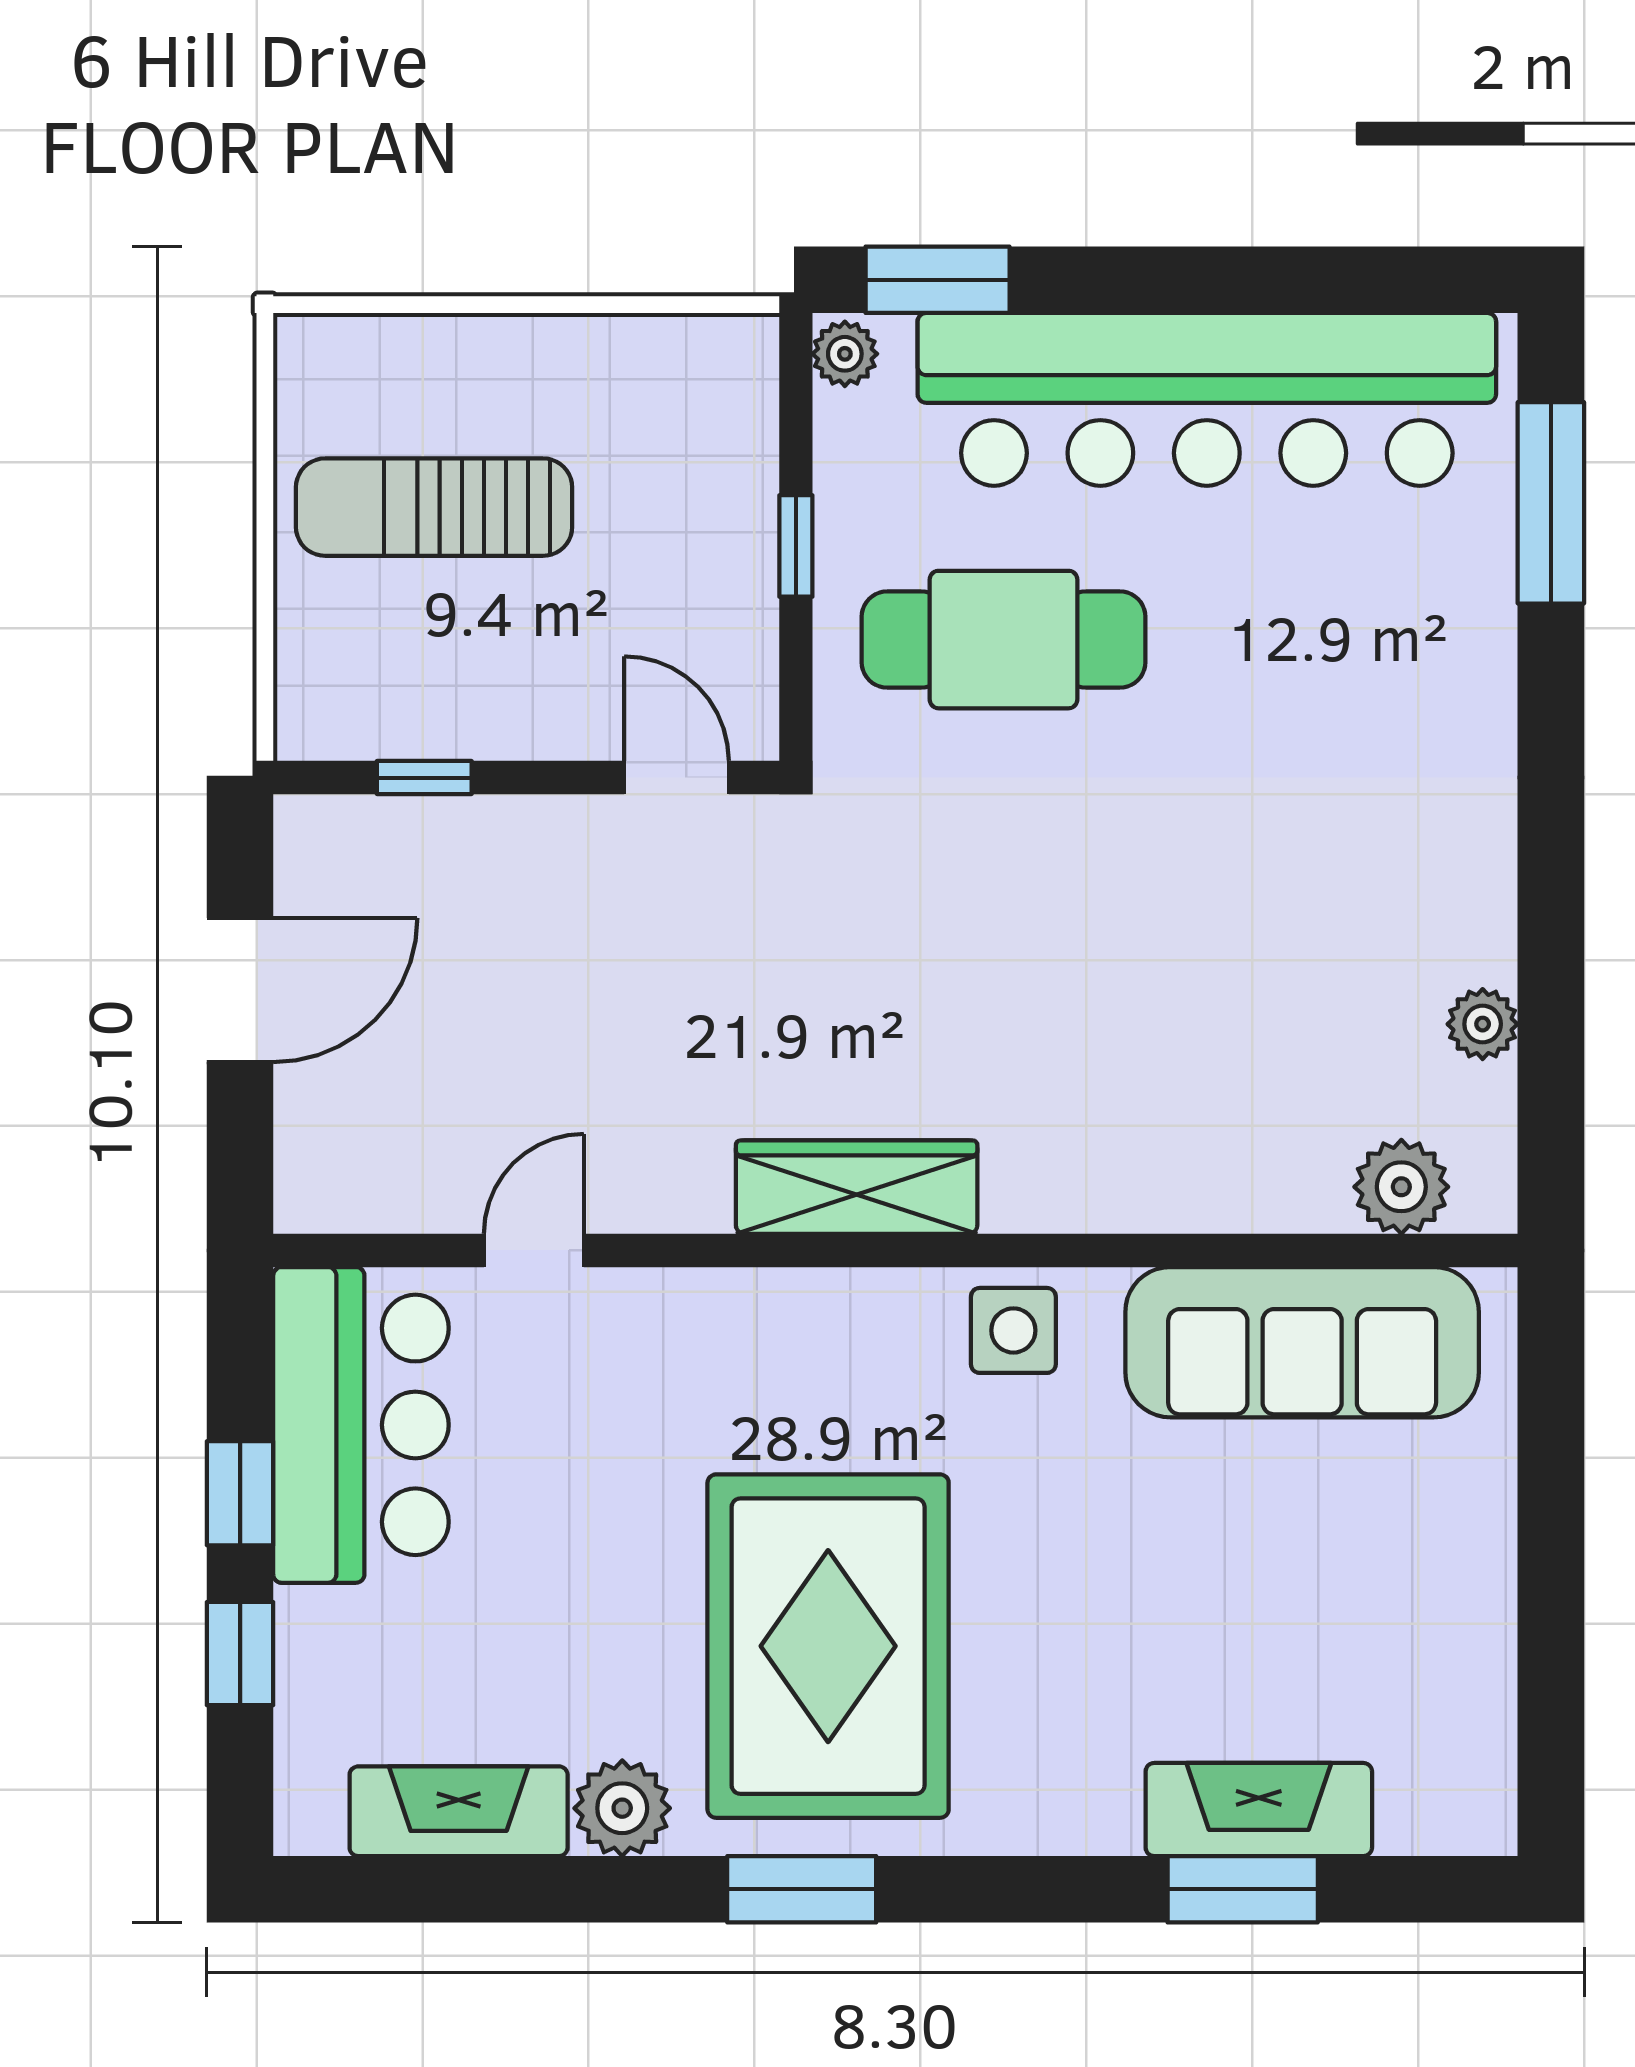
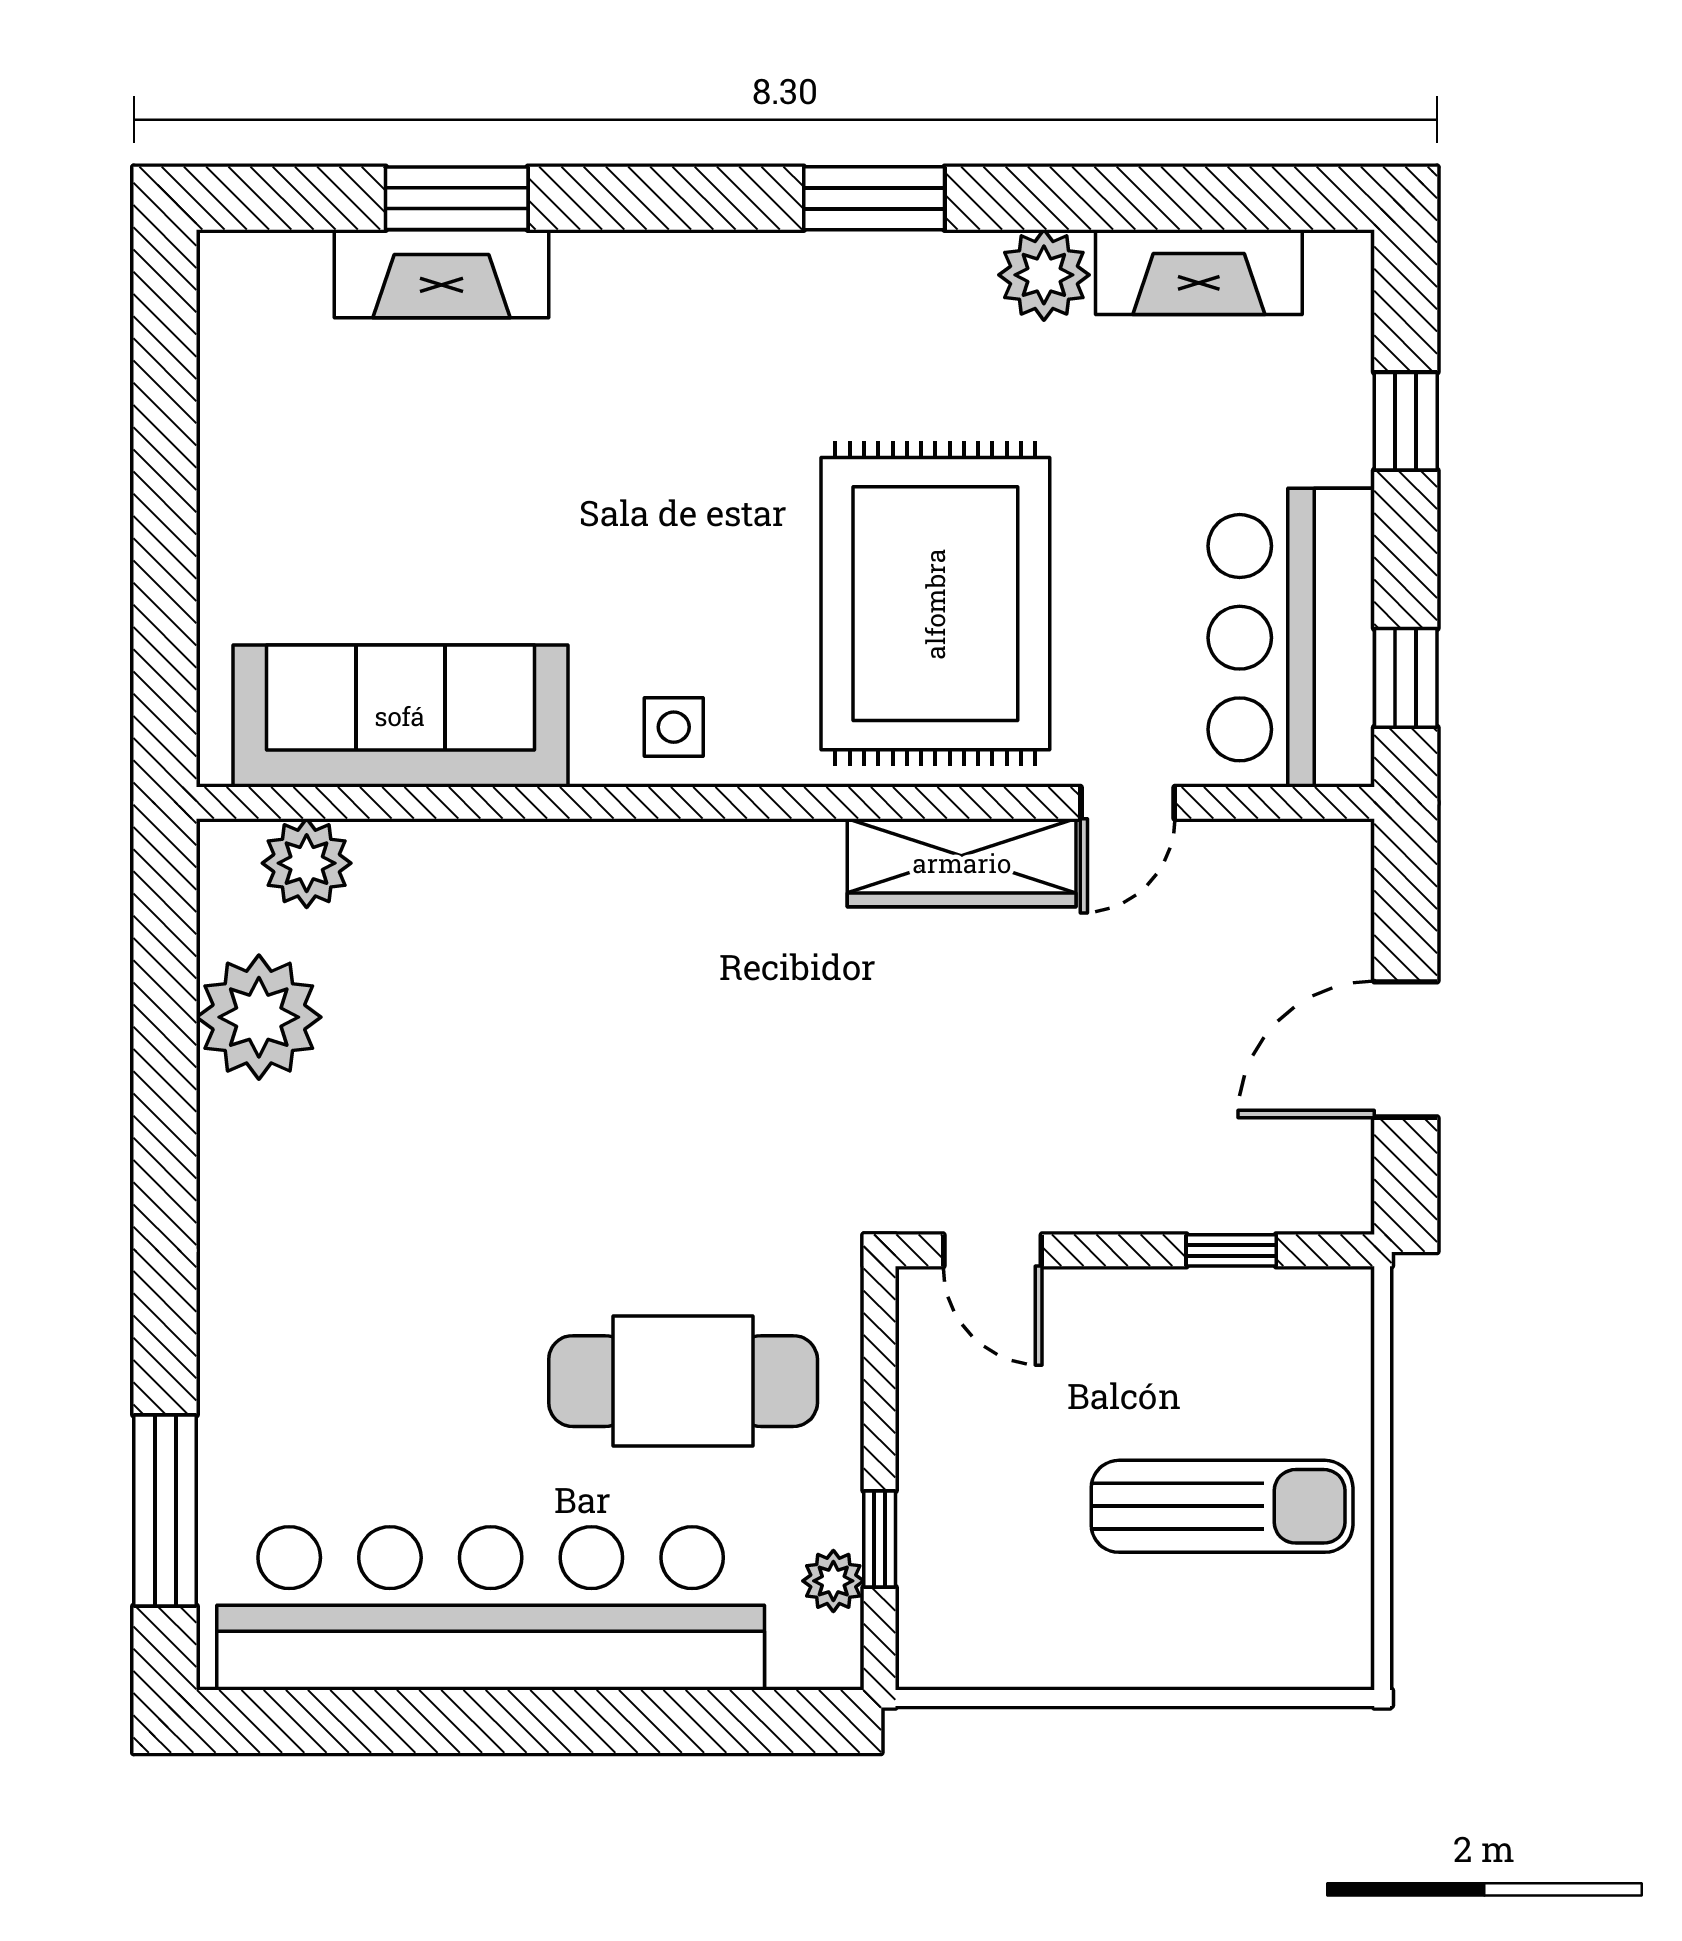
window: (938, 280) -> (746, 1722), removed
plant: (845, 354) -> (833, 1581), moved
window: (796, 546) -> (880, 1539), moved
plant: (1483, 1024) -> (259, 1017), width x1.88, depth x1.88
wardrobe: (857, 1187) -> (962, 863), moved
side table: (1013, 1330) -> (674, 727), width x0.73, depth x0.73
window: (240, 1493) -> (1406, 678), moved
rug: (828, 1646) -> (935, 604), moved

